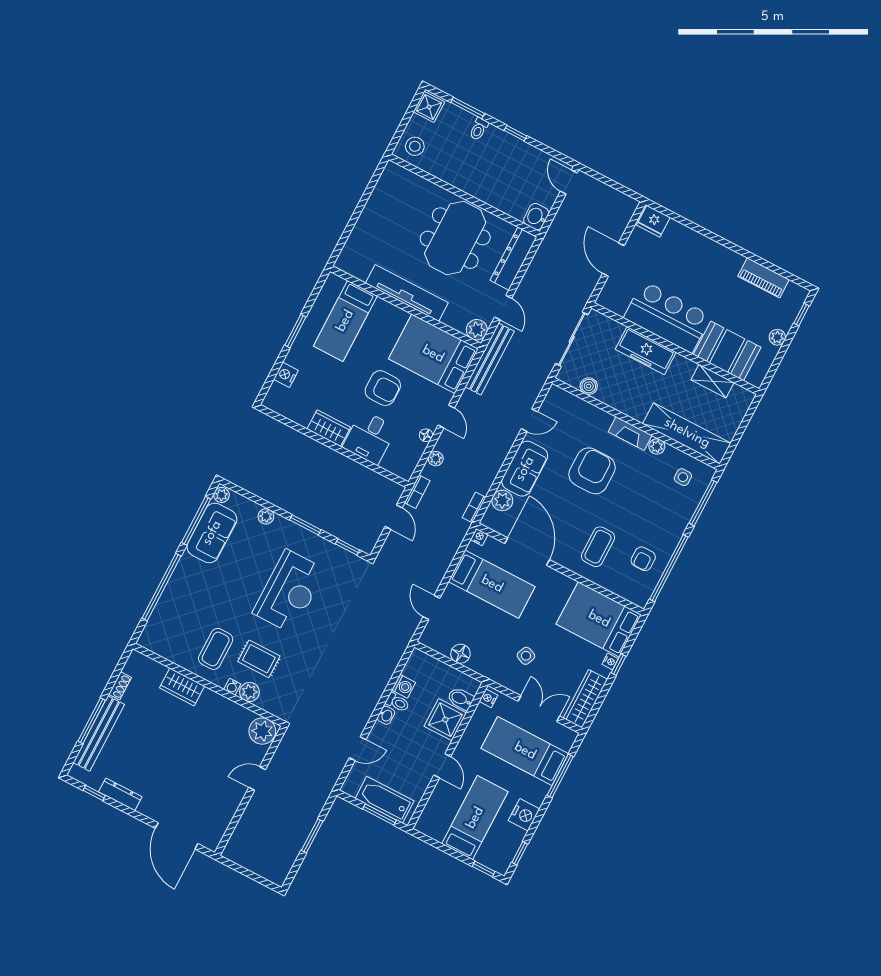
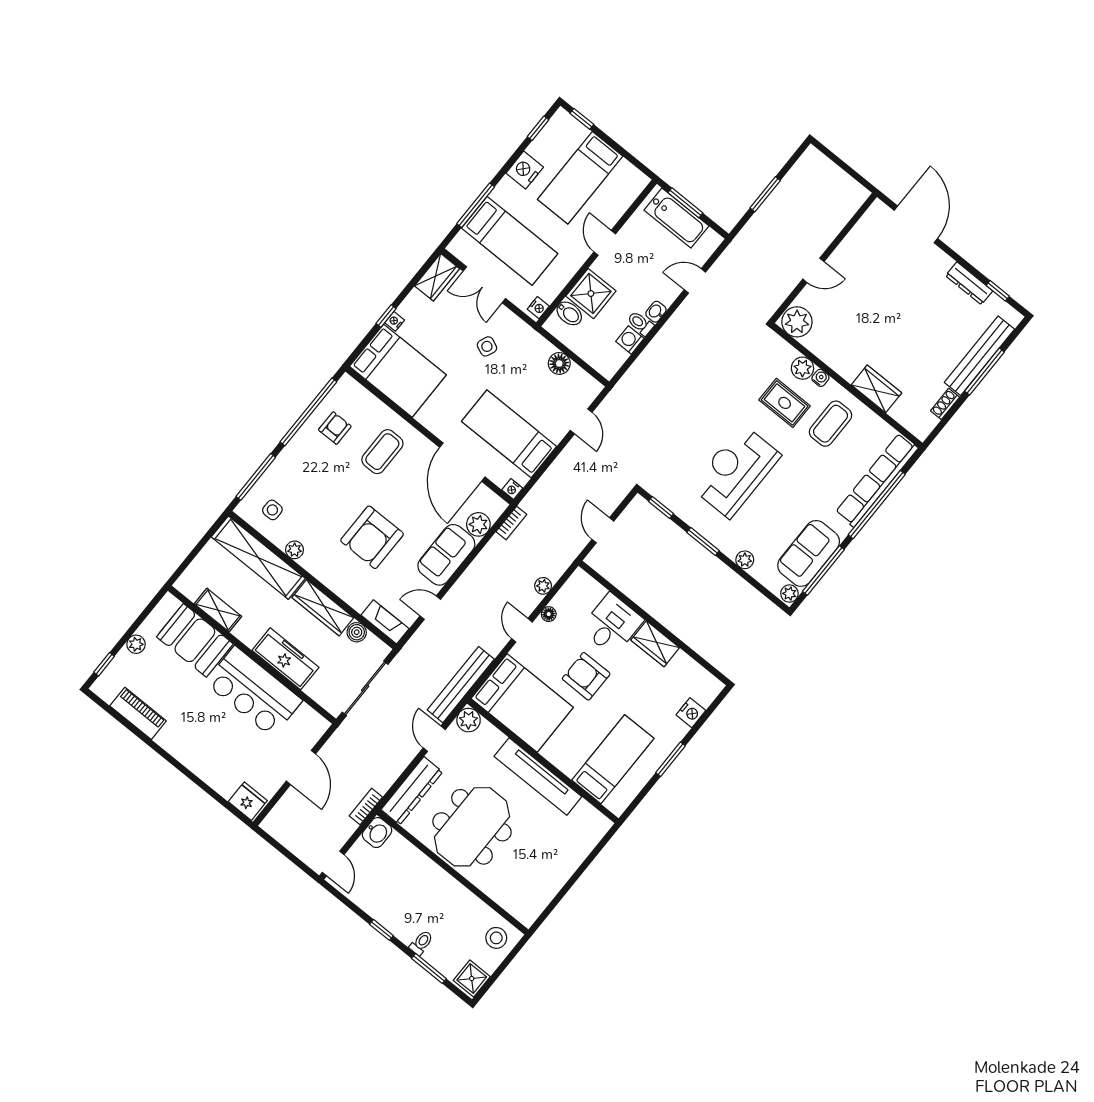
wardrobe: (622, 401) -> (323, 608), added
fireplace: (630, 434) -> (385, 622), moved
bookcase: (417, 492) -> (366, 807), moved
row of seats: (166, 608) -> (877, 480), added
wardrobe: (585, 699) -> (437, 277), width x0.67

